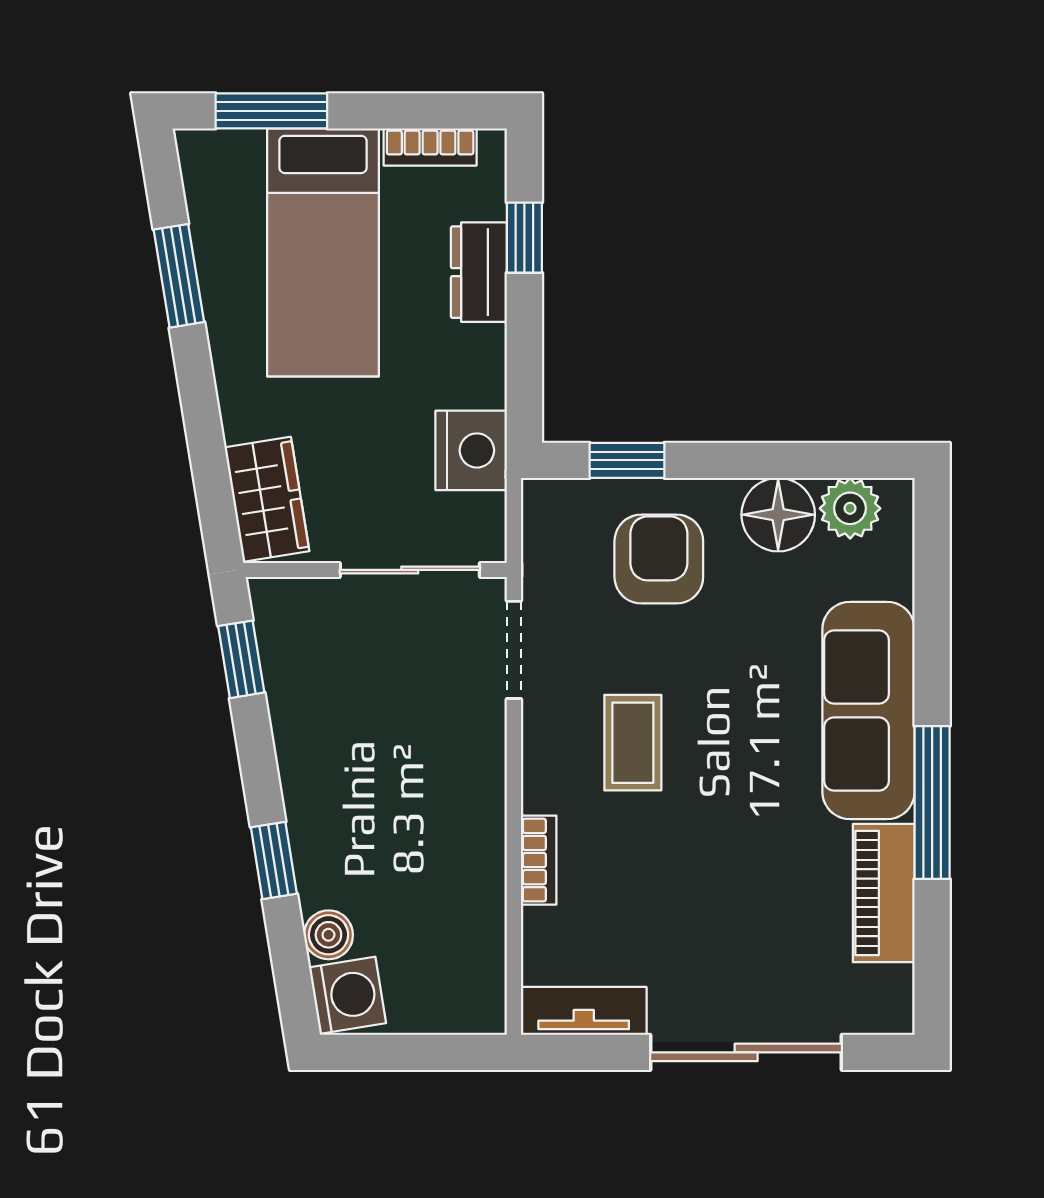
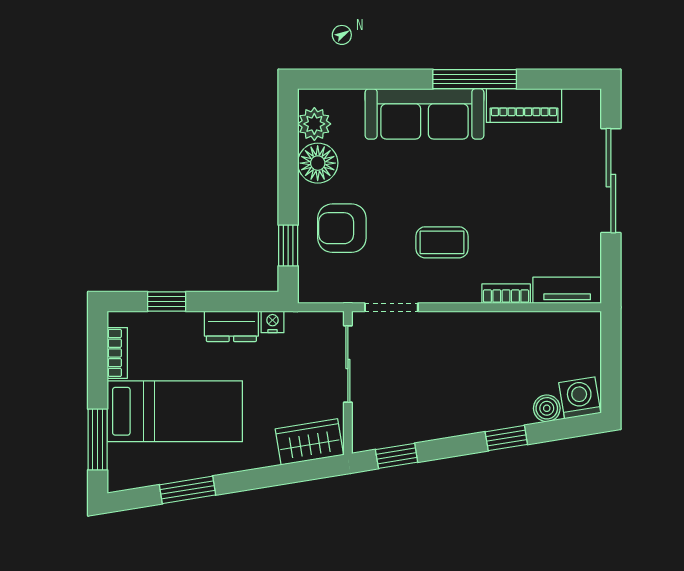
dresser: (479, 272) -> (231, 326), moved
nightstand: (471, 450) -> (272, 322), width x0.53, depth x0.56
tv unit: (584, 1011) -> (567, 290), moved, turned 90

